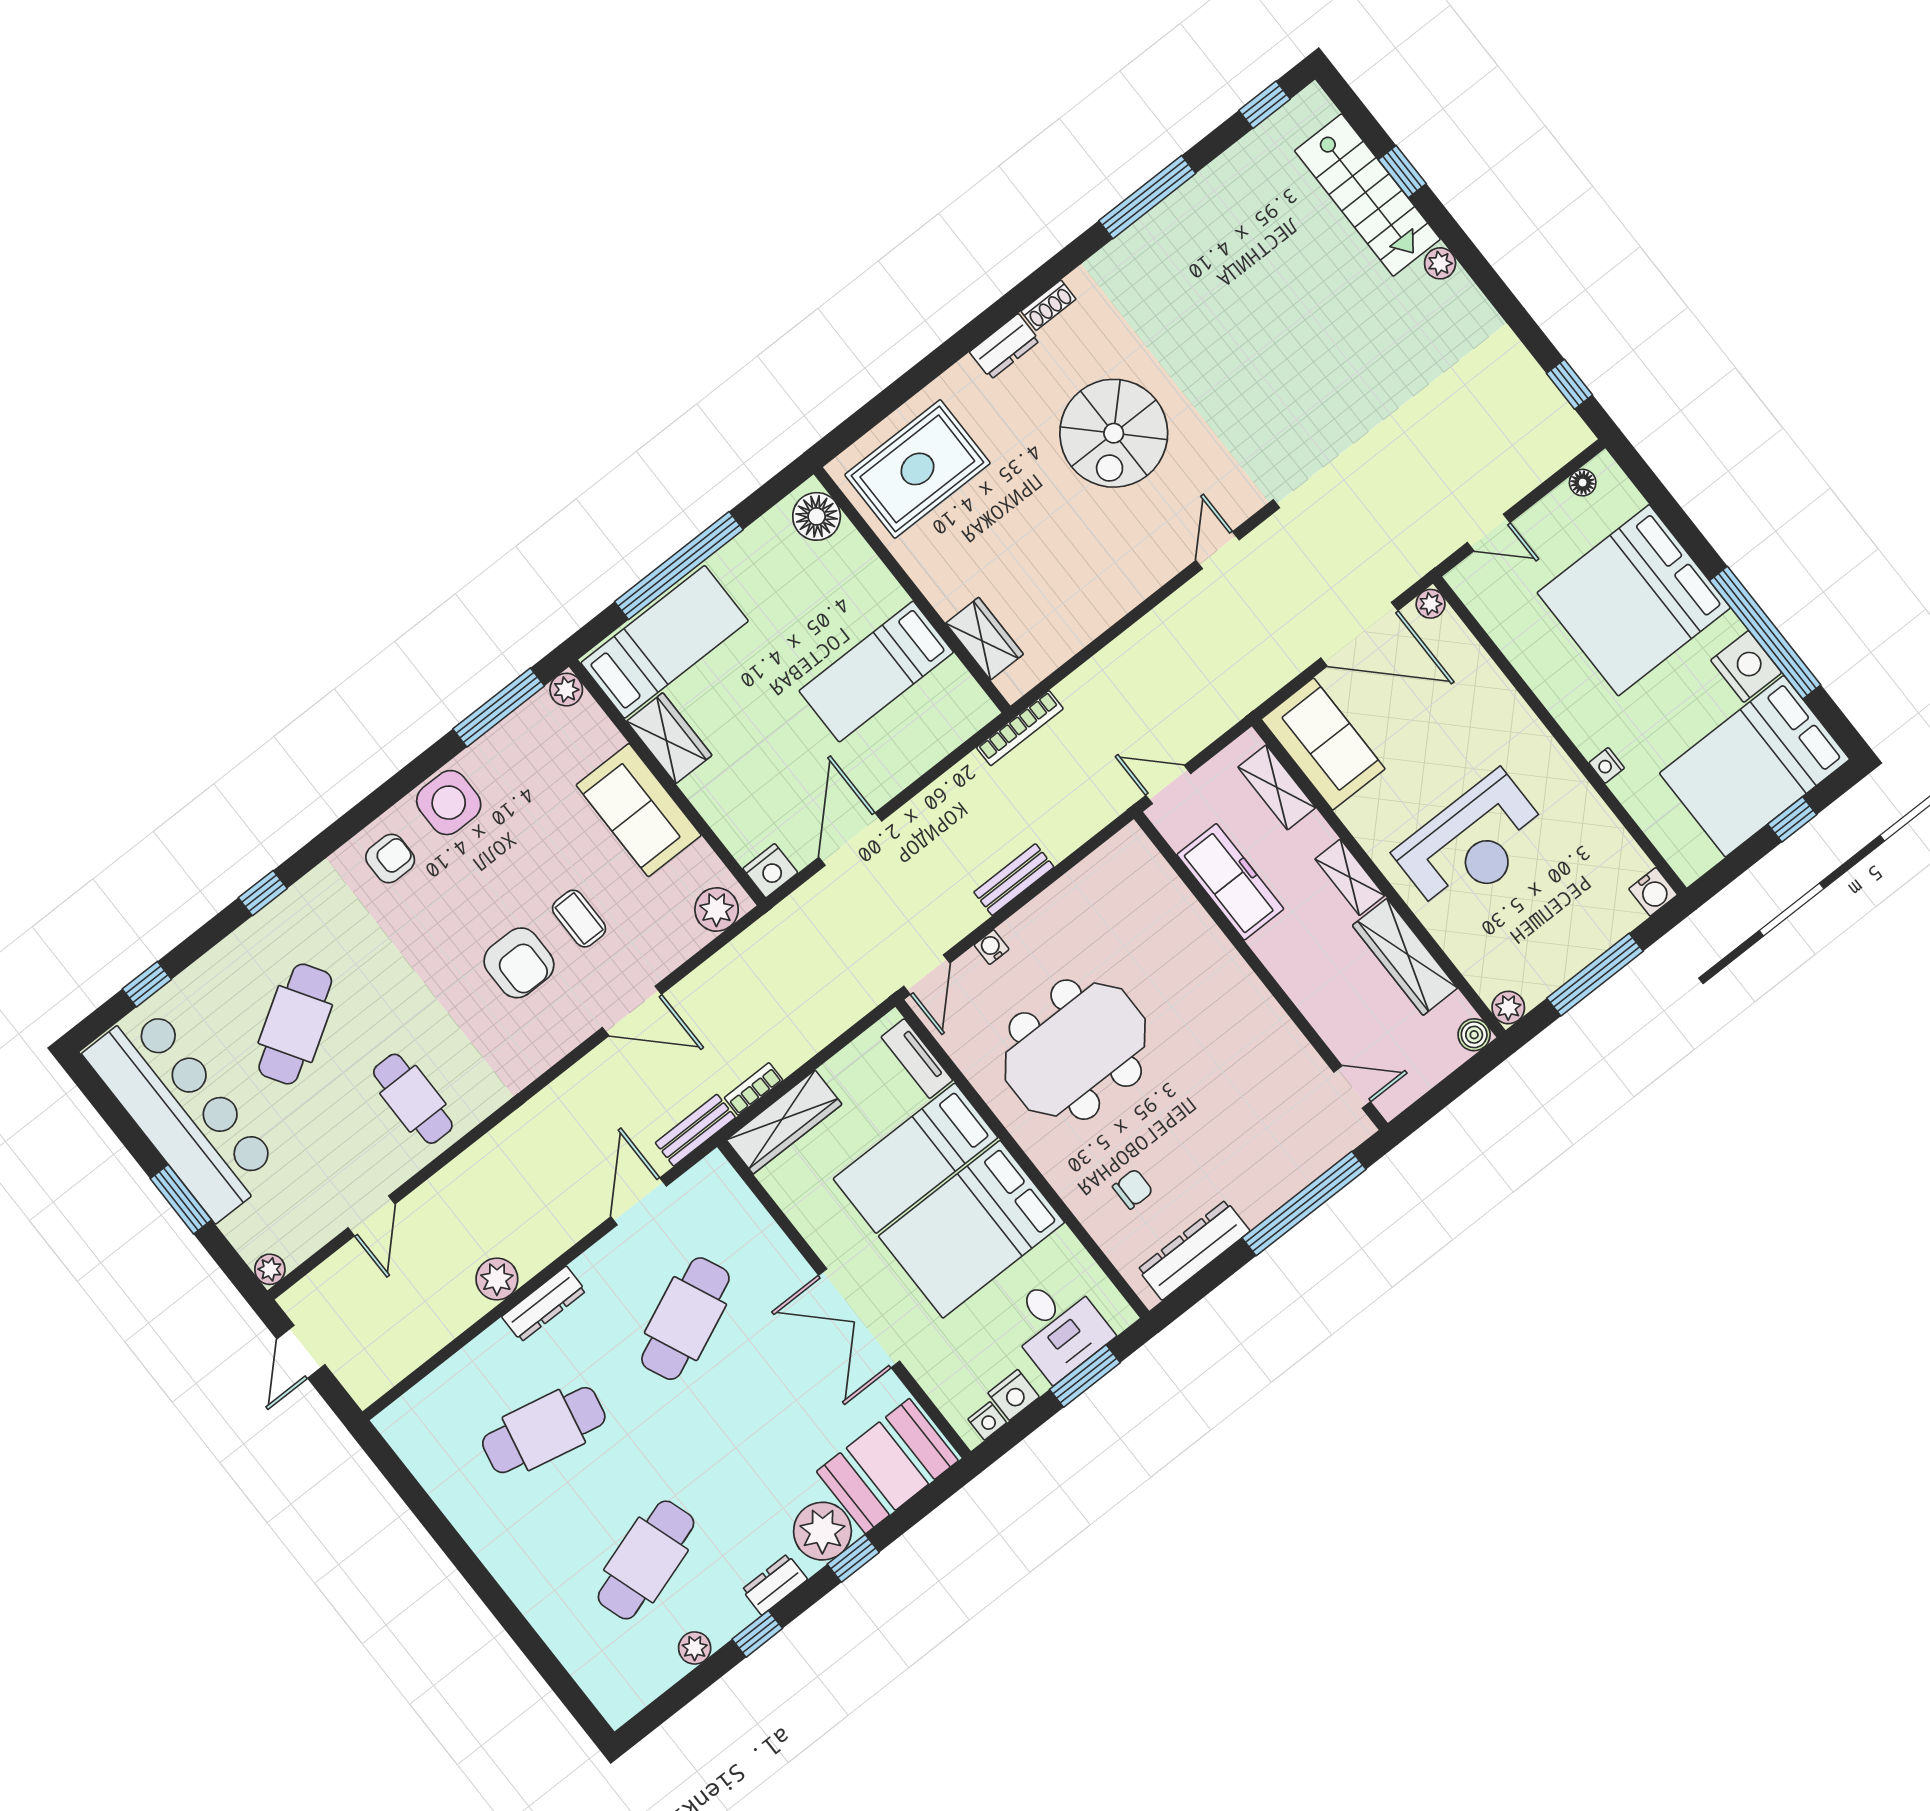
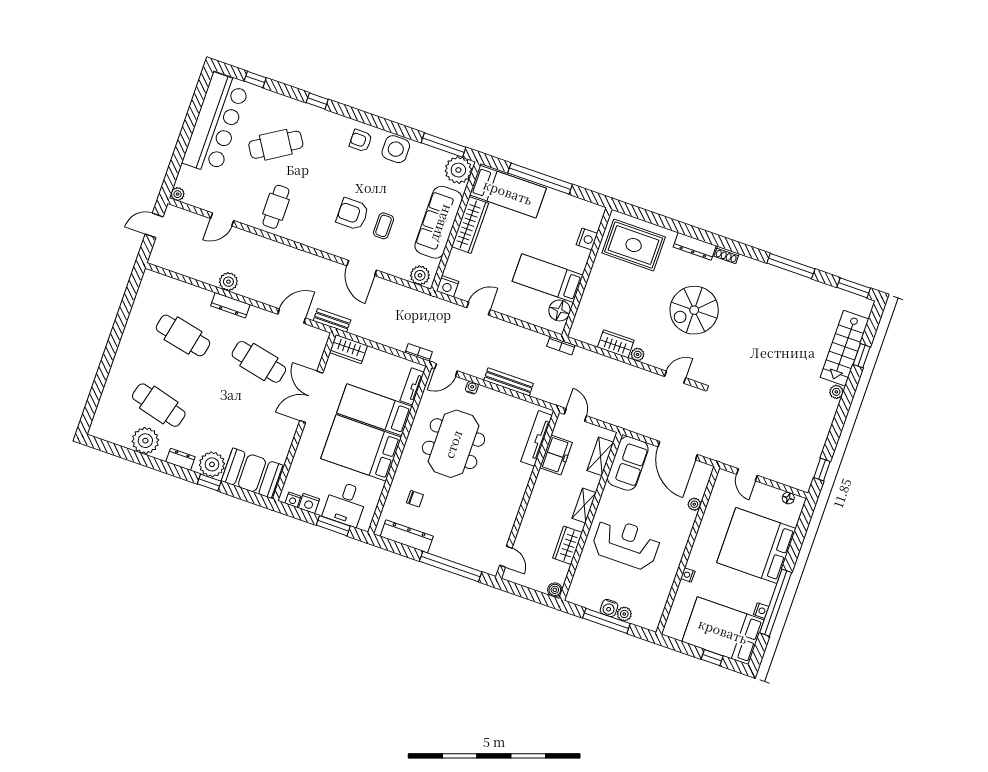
window: (1264, 105) -> (854, 288), width x1.50
dresser: (1005, 346) -> (695, 246), width x1.44
floor lamp: (817, 516) -> (560, 310), moved
nightstand: (850, 550) -> (587, 239), added
plant: (1129, 594) -> (638, 354), added
plant: (1431, 604) -> (694, 504), moved
wardrobe: (985, 639) -> (616, 344), moved, turned -90
nightstand: (1746, 666) -> (761, 611), width x0.53, depth x0.56
plant: (566, 690) -> (458, 170), width x1.87, depth x1.87
bookcase: (1020, 728) -> (561, 346), width x0.64
wardrobe: (669, 738) -> (470, 225), width x1.50
sofa: (639, 810) -> (439, 222), width x1.36
door: (850, 839) -> (478, 309), width x0.73
reception desk: (1472, 844) -> (626, 543), turned 180
armchair: (390, 859) -> (361, 141), turned 180
bench: (1014, 880) -> (509, 382), width x1.36
freezer: (1230, 882) -> (556, 455), width x0.71
tv unit: (1166, 886) -> (537, 438), added
water cooler: (1653, 892) -> (609, 608), moved
wardrobe: (1405, 957) -> (567, 545), width x0.67
armchair: (519, 963) -> (352, 214), turned 90
plant: (1508, 1008) -> (624, 614), moved
meeting table: (1075, 1050) -> (453, 444), turned 90
bookcase: (754, 1089) -> (419, 352), moved
wardrobe: (784, 1122) -> (348, 349), width x0.67
window: (181, 1199) -> (183, 144), removed
double door: (859, 1318) -> (311, 397), moved
cafe table: (685, 1319) -> (259, 362), turned 36
cafe table: (646, 1560) -> (159, 405), turned 33
window: (757, 1634) -> (158, 465), removed
plant: (695, 1648) -> (145, 441), width x1.87, depth x1.87

